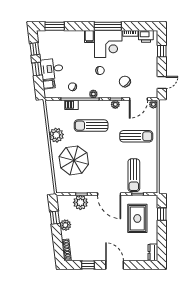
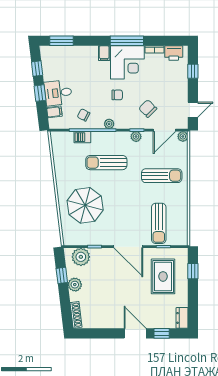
plant: (56, 135) -> (64, 174), removed
plant: (80, 202) -> (81, 257), moved
window: (88, 265) -> (162, 333), moved

